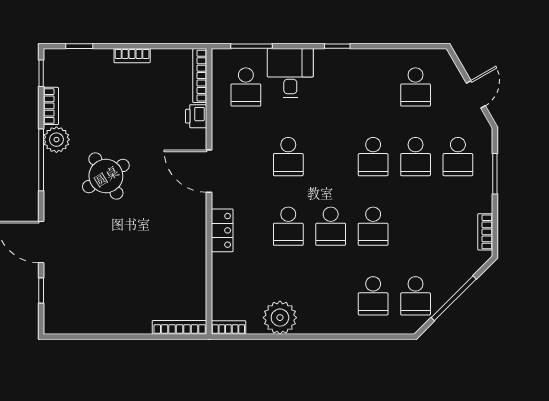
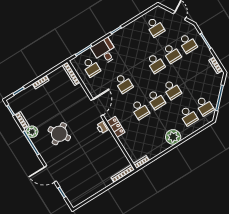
printer: (196, 116) -> (103, 127), moved
door: (209, 171) -> (97, 108), swing flipped
plant: (280, 318) -> (173, 137), moved

